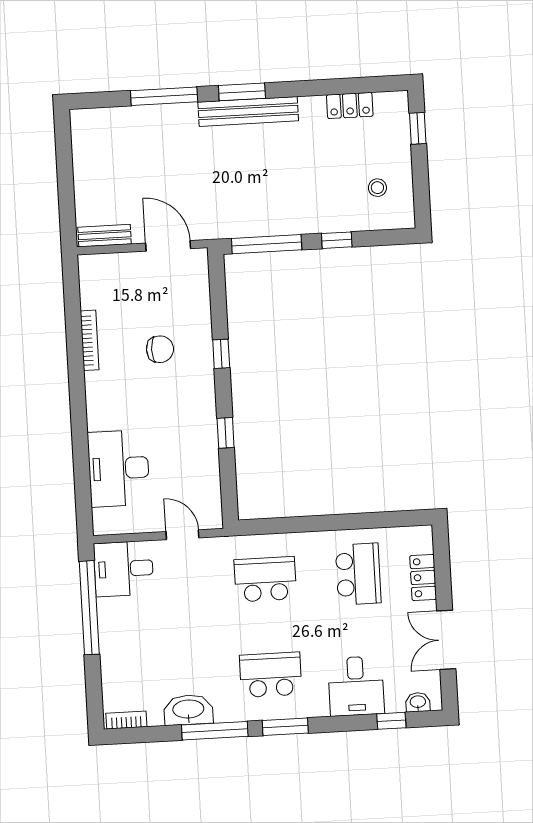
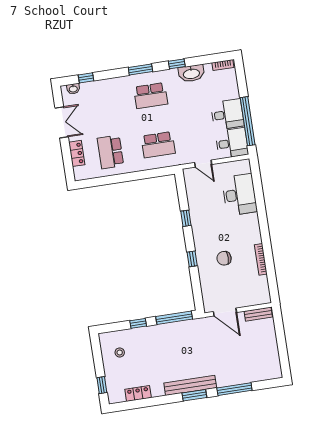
desk: (356, 686) -> (227, 114), moved, turned 90
window: (215, 731) -> (177, 64), width x0.46

